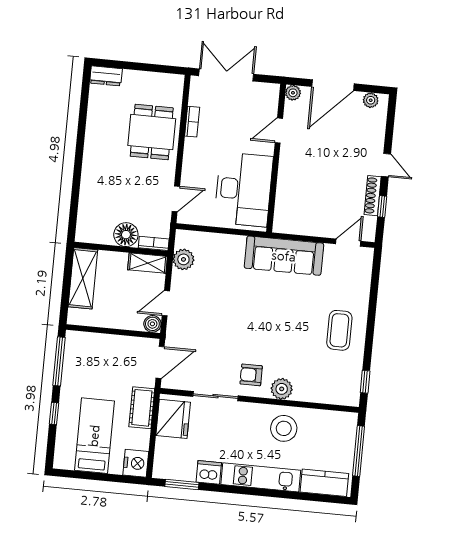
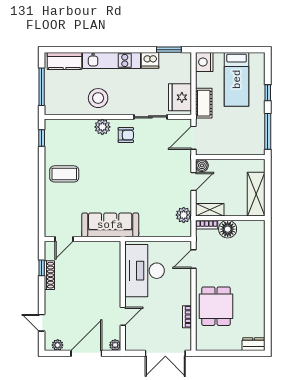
door: (386, 165) -> (42, 323), moved
coffee table: (339, 330) -> (64, 174), turned 90

